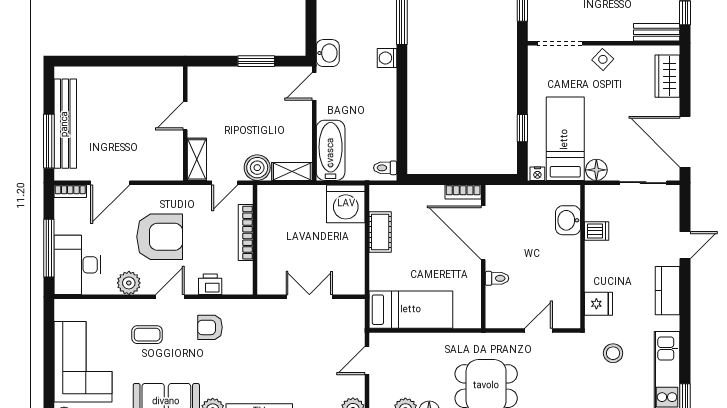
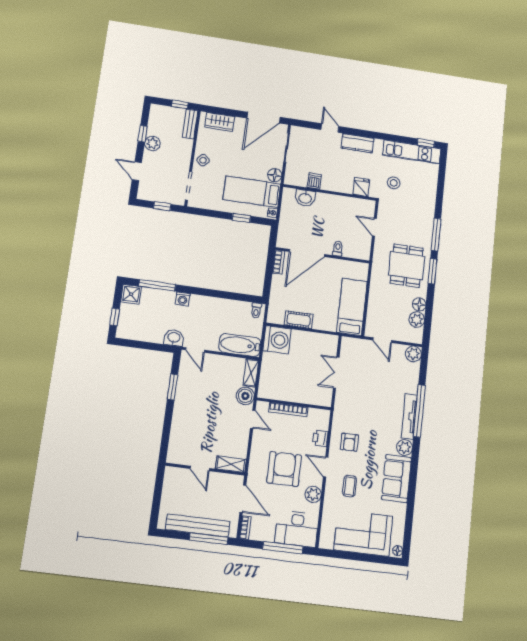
door: (185, 116) -> (200, 469), moved
wall: (185, 123) -> (205, 469), moved
shelving: (197, 159) -> (231, 464), moved

